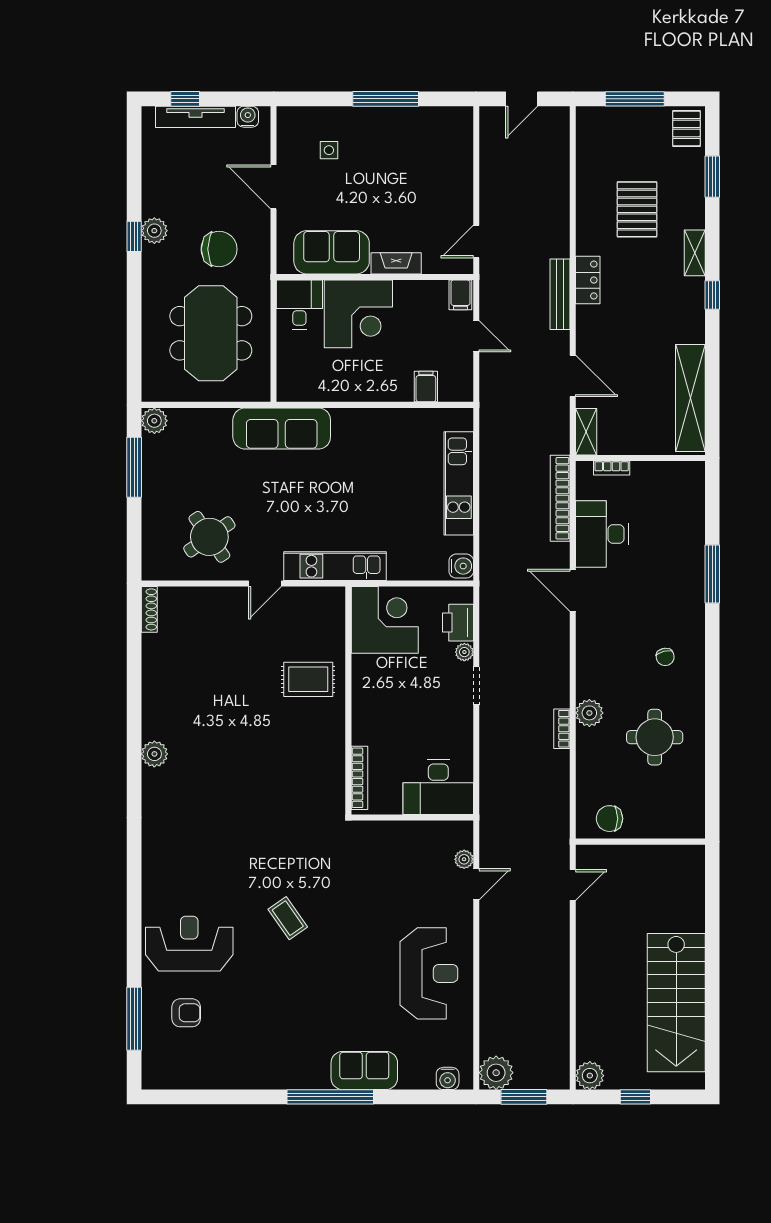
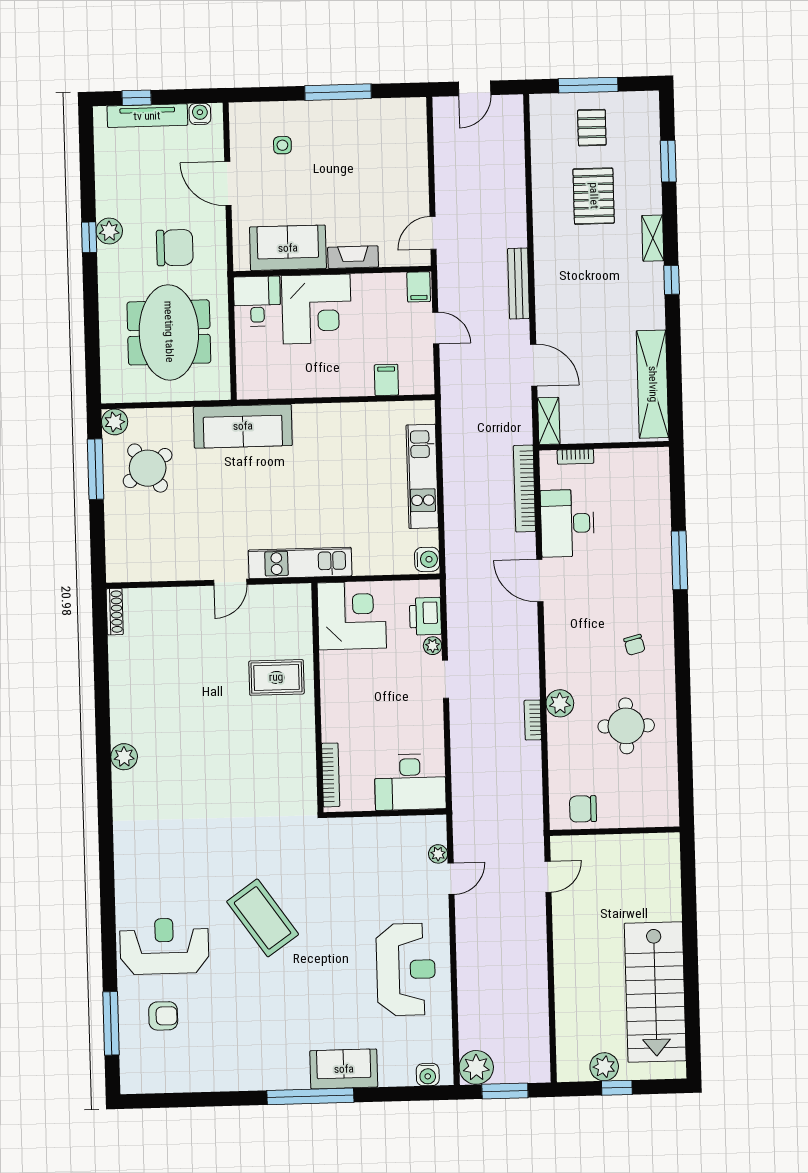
pallet: (686, 128) -> (592, 128), moved
locker: (588, 280) -> (546, 268), removed
round table: (209, 537) -> (148, 468), moved
coffee table: (288, 918) -> (263, 918), width x1.86, depth x1.72
plant: (590, 1076) -> (604, 1067), moved

